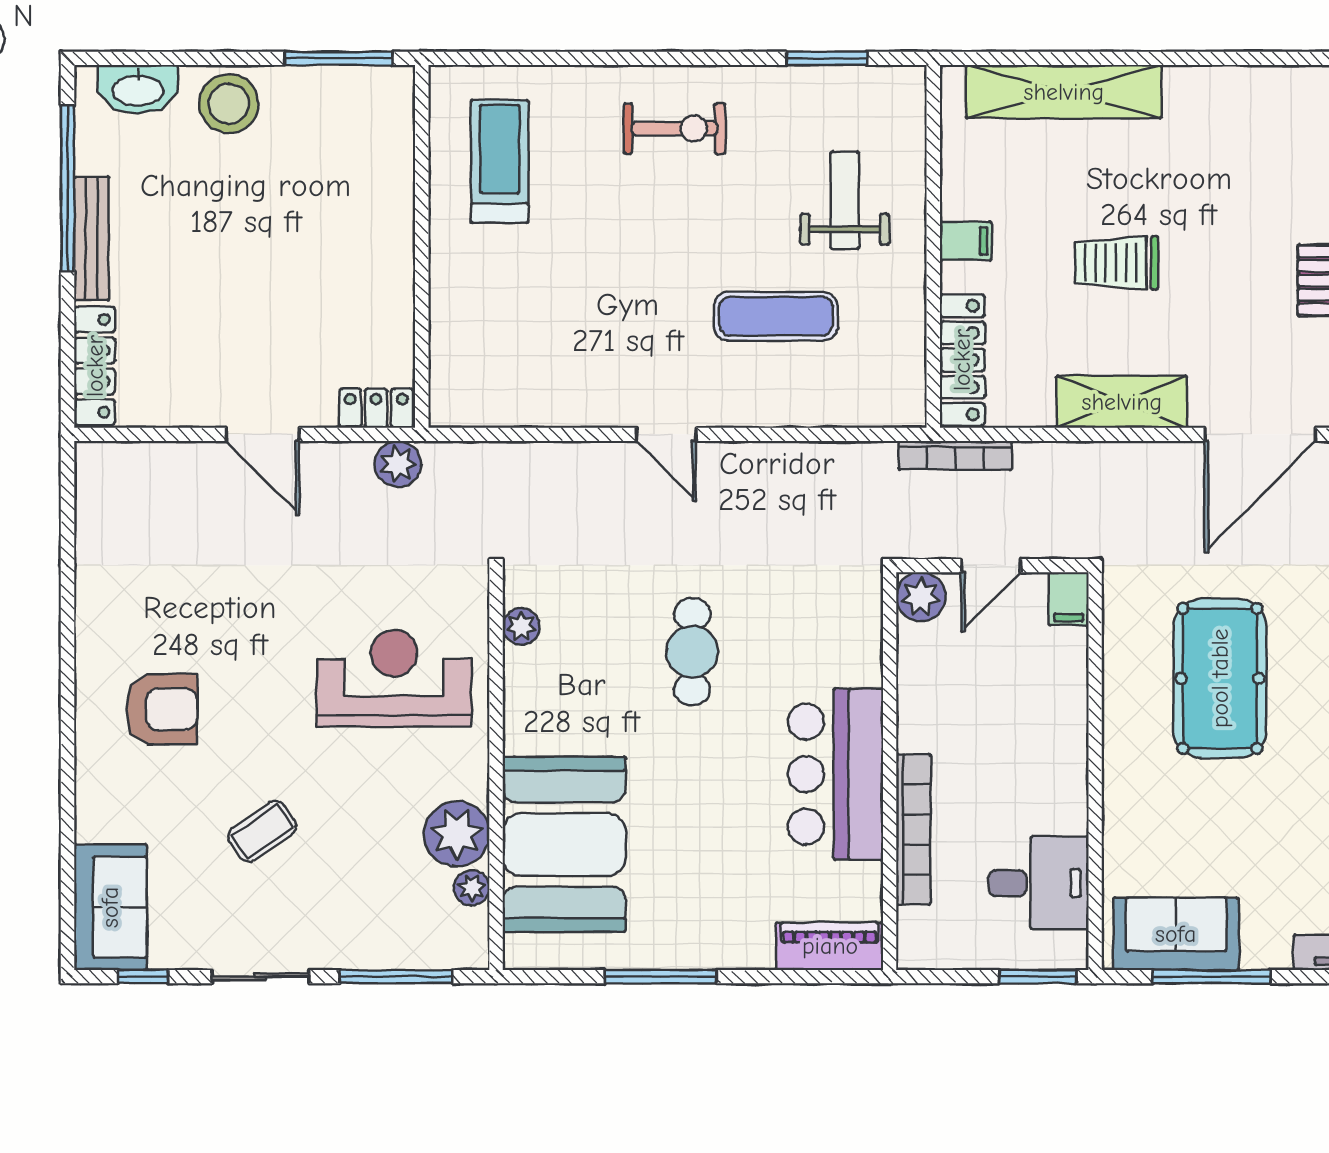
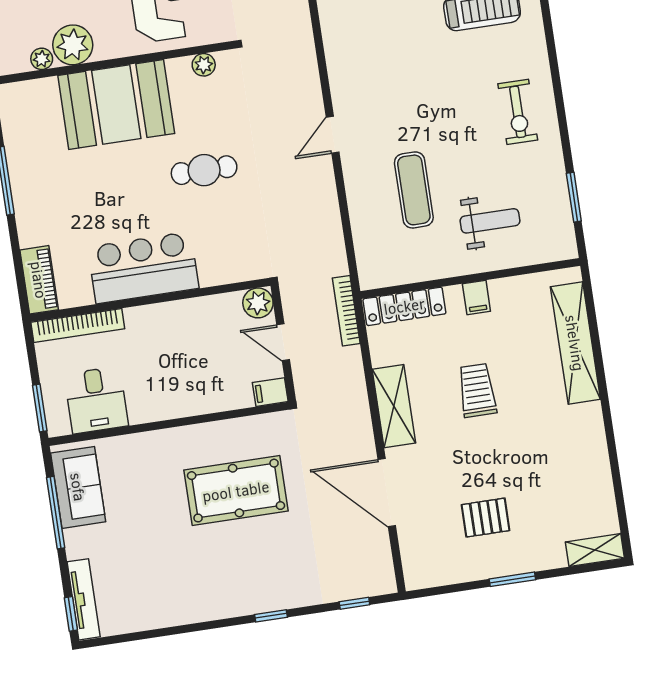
bookcase: (913, 829) -> (78, 325), moved
booth: (564, 844) -> (116, 104), moved

